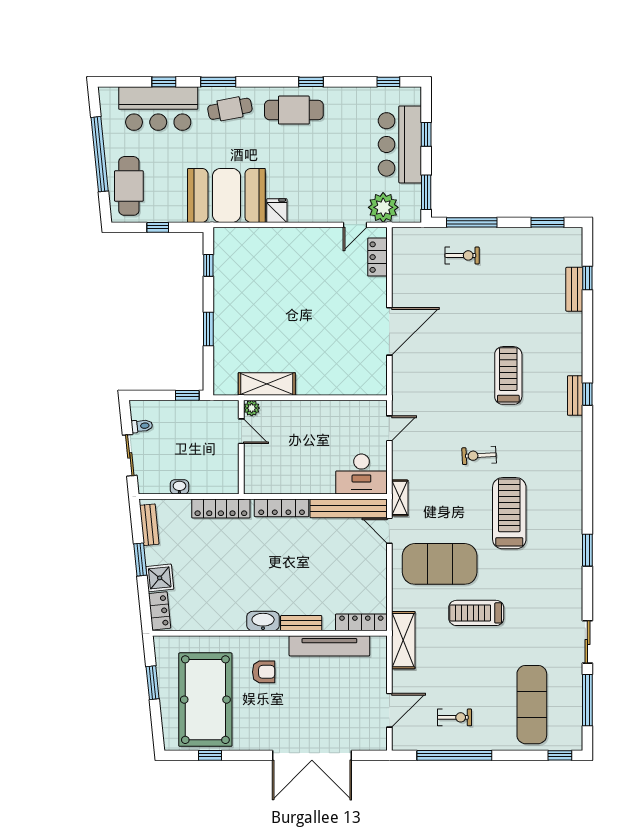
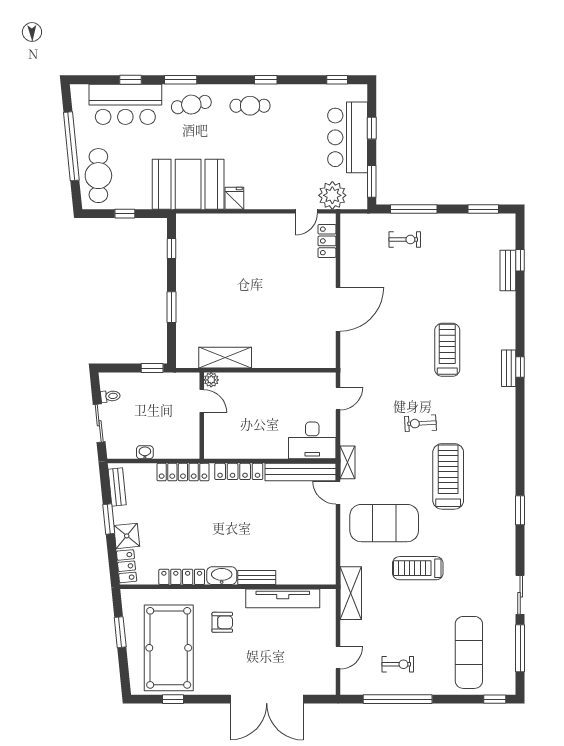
cafe table: (294, 110) -> (250, 106), width x0.73, depth x0.74
locker: (361, 622) -> (182, 577), moved
door: (389, 710) -> (338, 658), width x0.73

